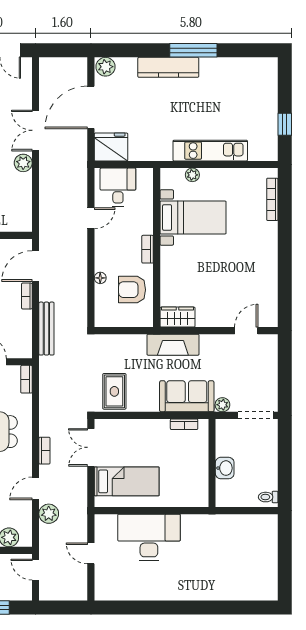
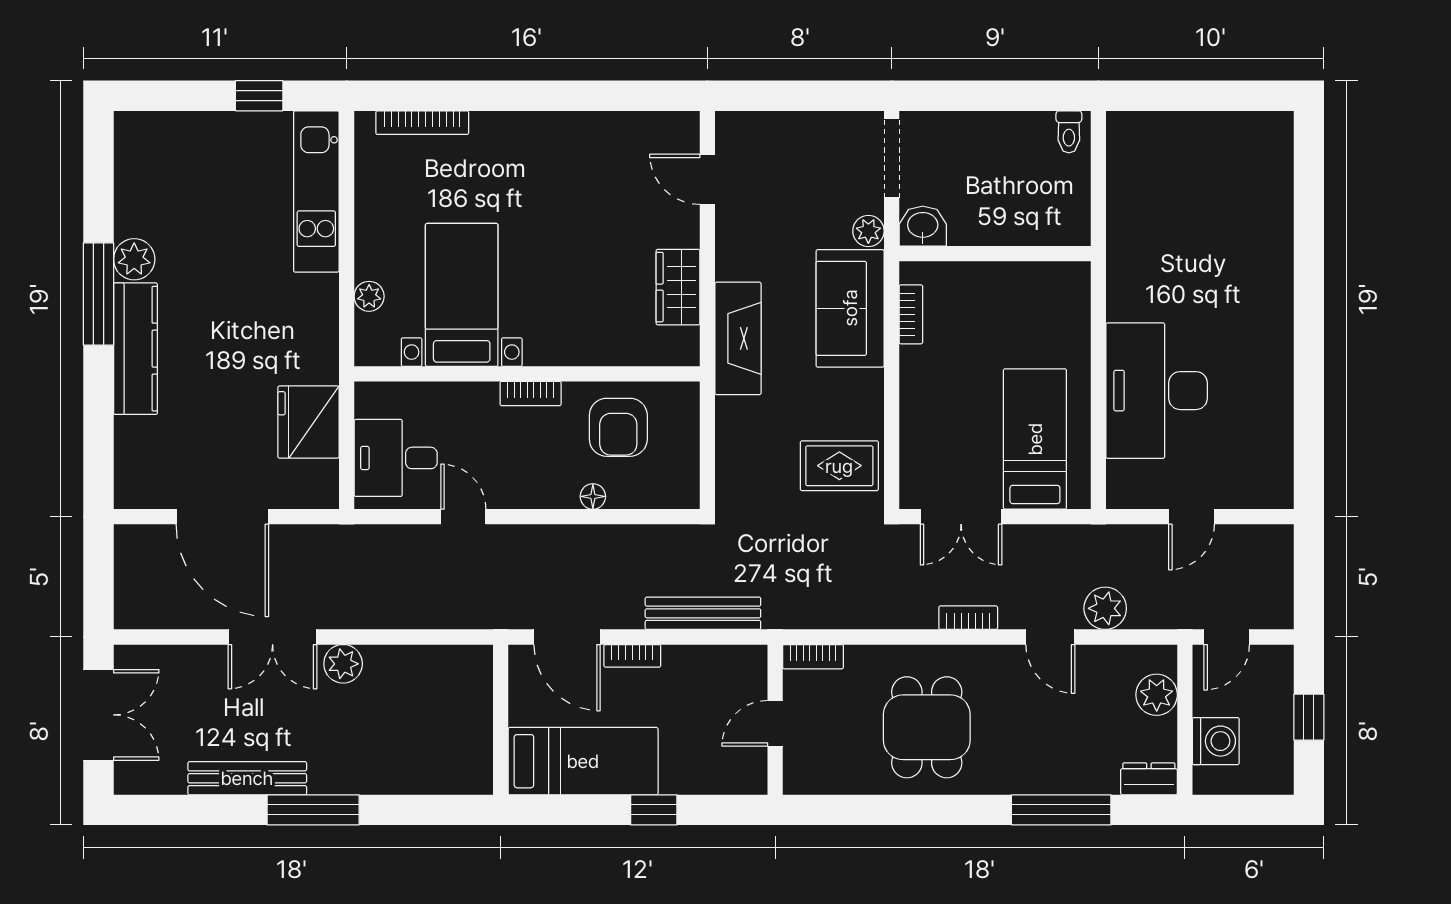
plant: (105, 67) -> (134, 259), moved
fridge: (111, 147) -> (308, 422), moved
kitchen unit: (210, 151) -> (316, 191), moved
wardrobe: (177, 317) -> (678, 287), moved
washbasin: (225, 468) -> (923, 226), moved

